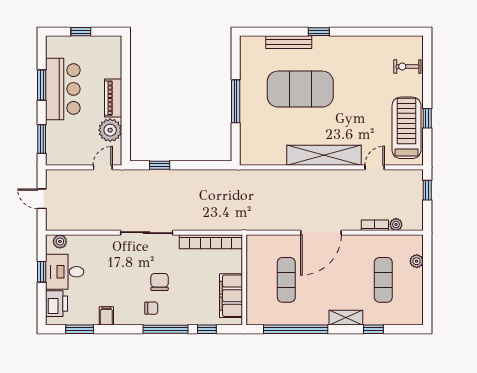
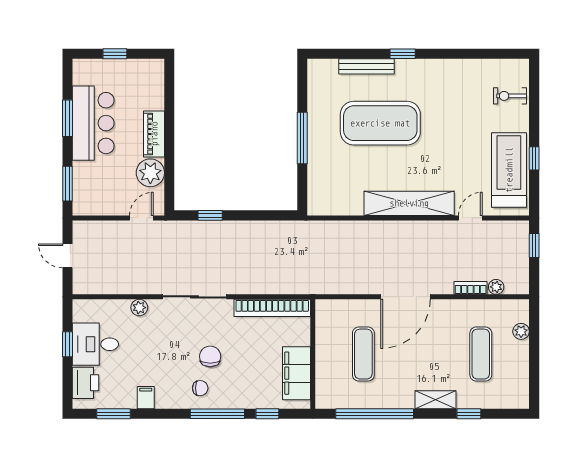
plant: (60, 241) -> (139, 308), moved

